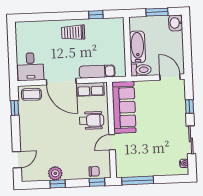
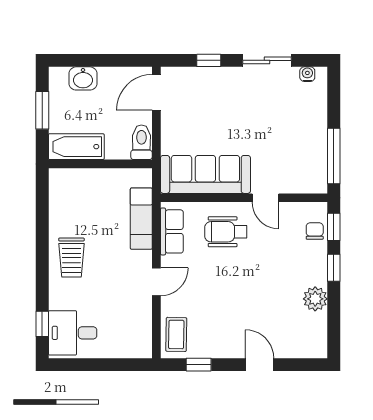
window: (96, 15) -> (42, 324), moved
washbasin: (176, 23) -> (83, 78), moved
bathtub: (137, 47) -> (76, 147), moved
desk: (30, 67) -> (73, 333), moved, turned 180
door: (61, 82) -> (156, 282), width x0.53
wheelchair: (92, 120) -> (226, 232), turned -90
door: (17, 160) -> (260, 365), moved
window: (58, 184) -> (334, 268), moved

